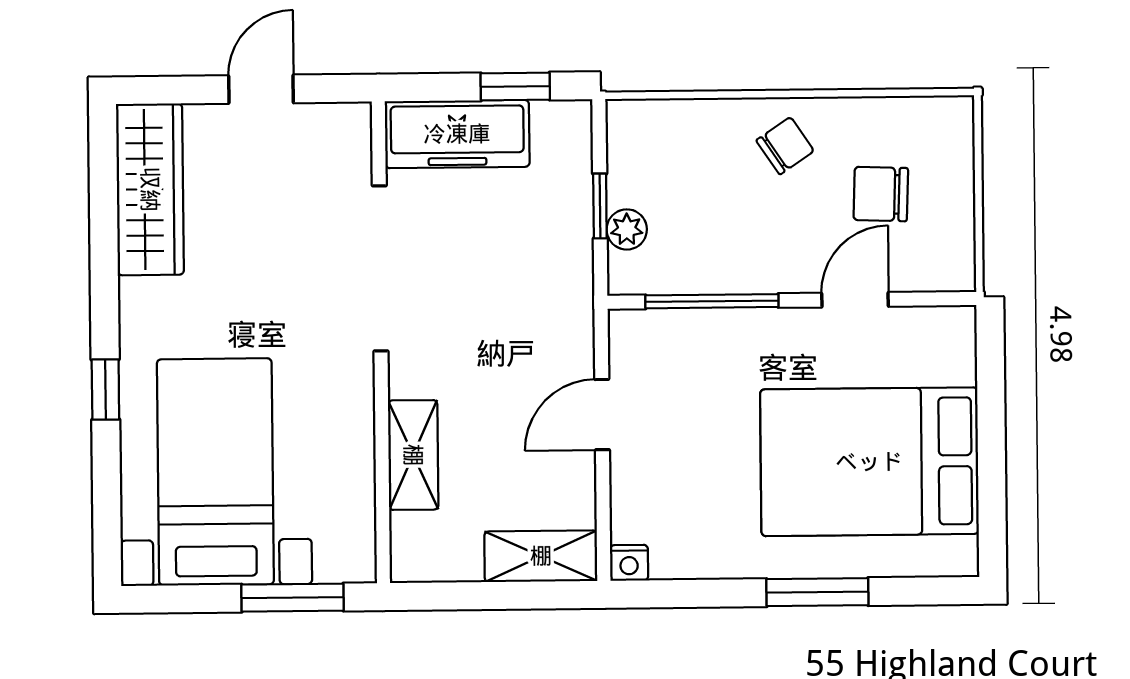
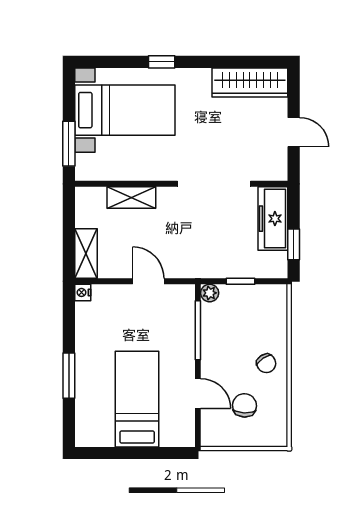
plant: (627, 229) -> (210, 293), moved
bed: (869, 462) -> (137, 399), width x0.67

